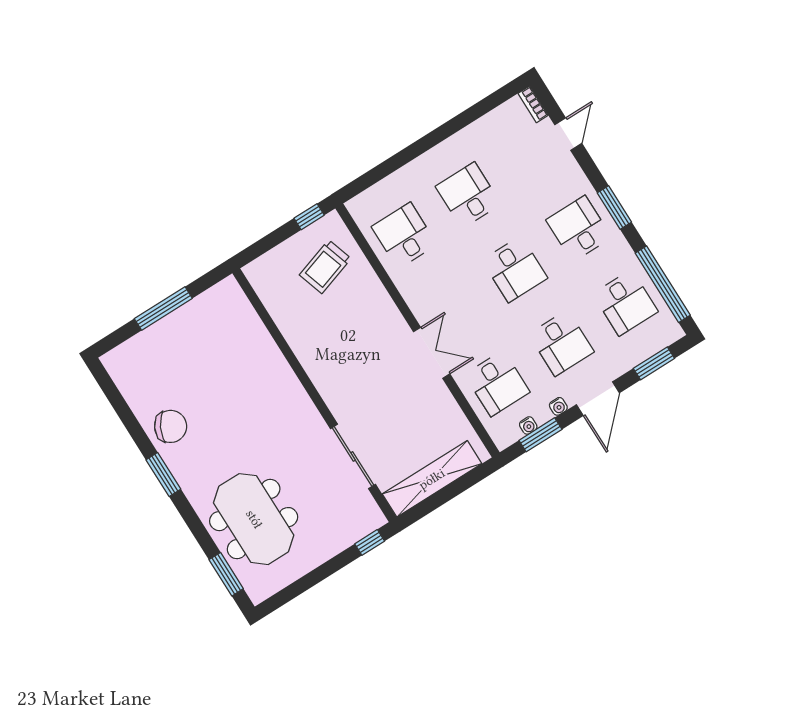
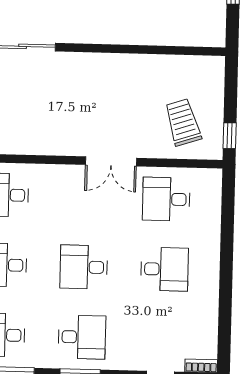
desk: (404, 236) -> (166, 199), turned 180
double door: (432, 353) -> (111, 161), moved

